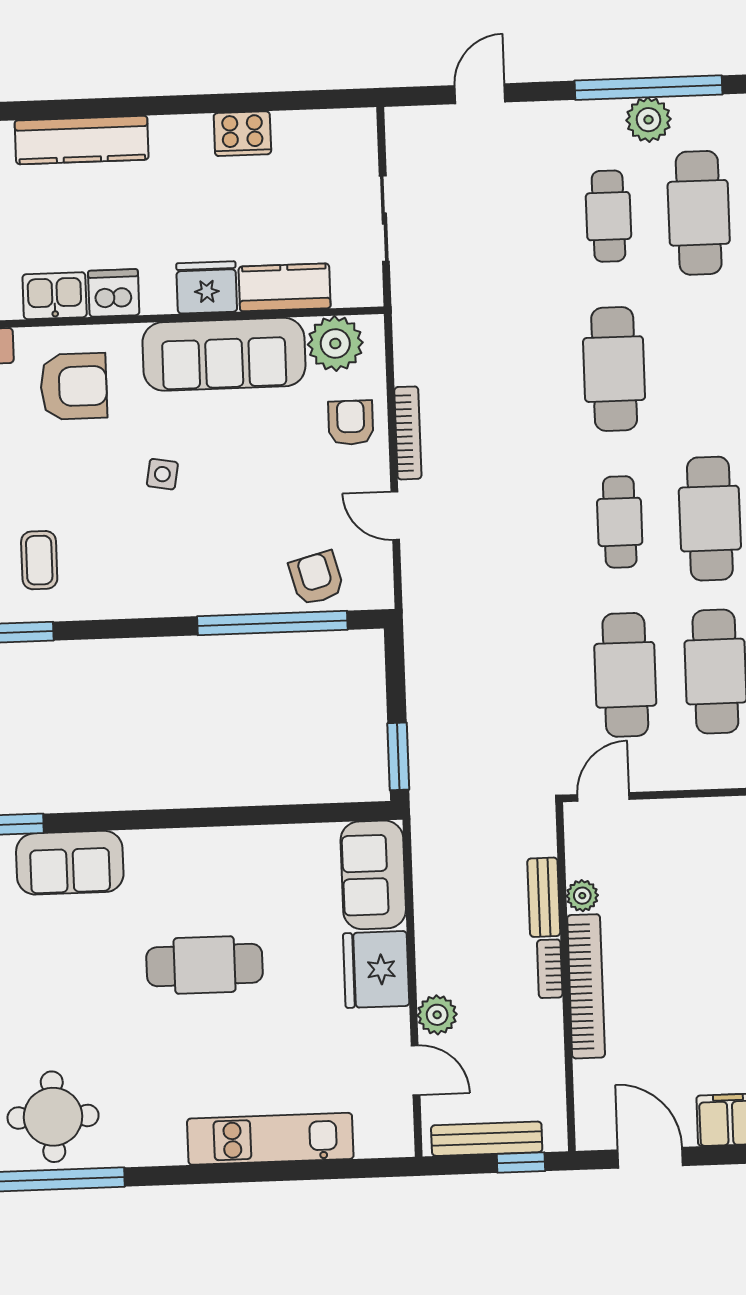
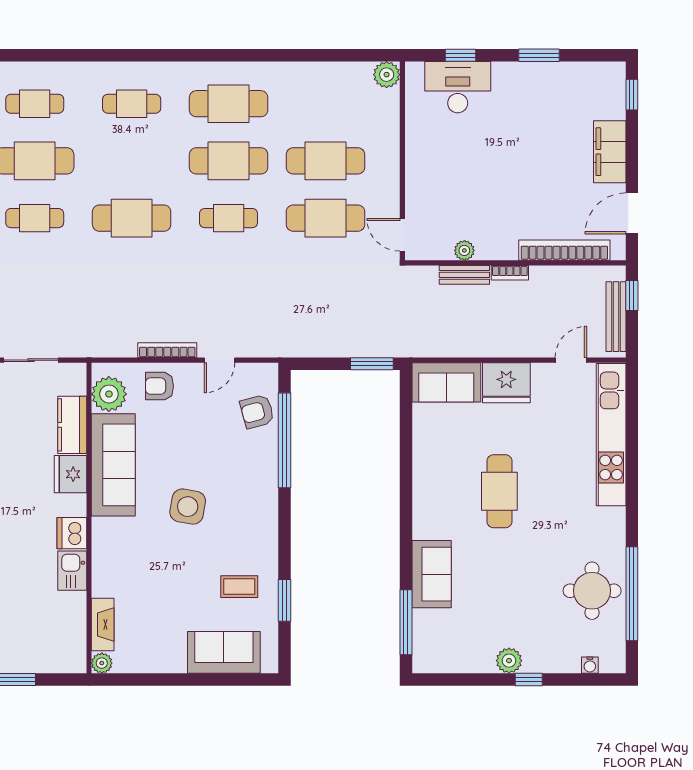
armchair: (74, 386) -> (130, 561), removed
side table: (162, 474) -> (188, 507), width x1.87, depth x1.87
bookcase: (586, 986) -> (564, 250), moved
plant: (437, 1015) -> (536, 345), removed
kitchen unit: (270, 1139) -> (611, 435), width x1.36

